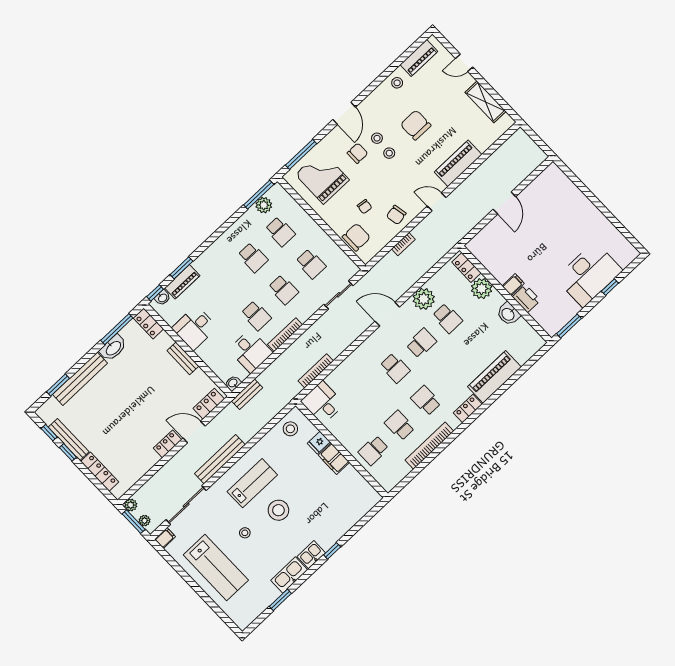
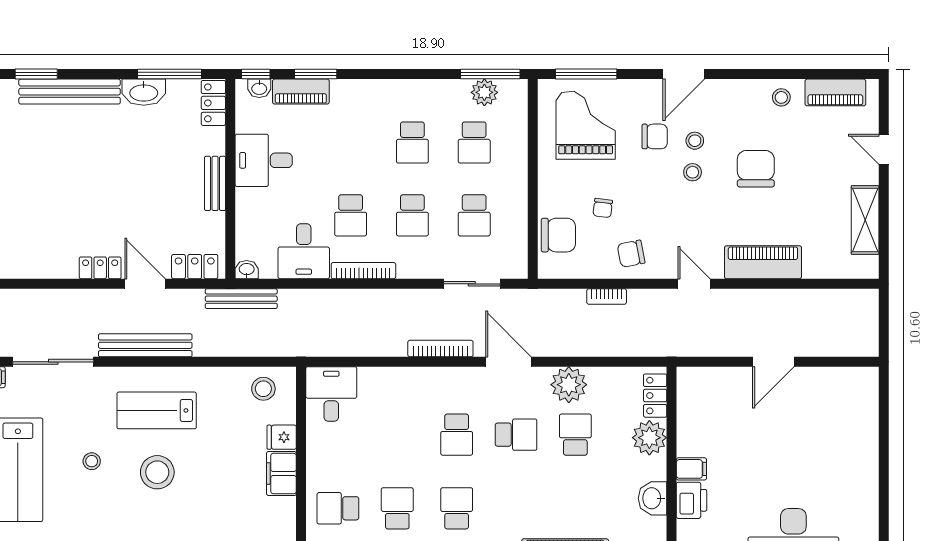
school desk: (447, 318) -> (575, 435), turned 180
bookcase: (316, 371) -> (440, 349), moved
bench: (247, 394) -> (241, 299), width x1.36
lab bench: (252, 483) -> (157, 410), turned 180

